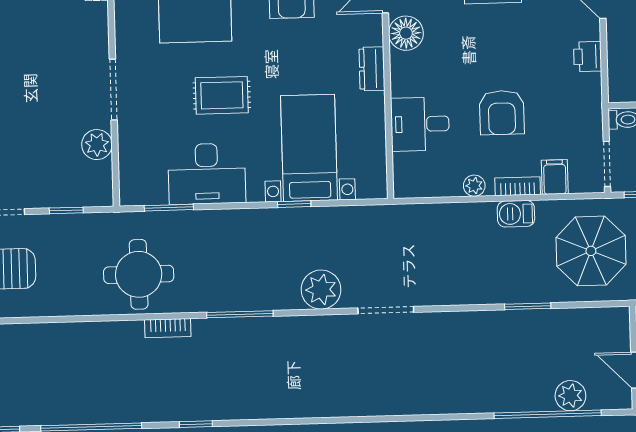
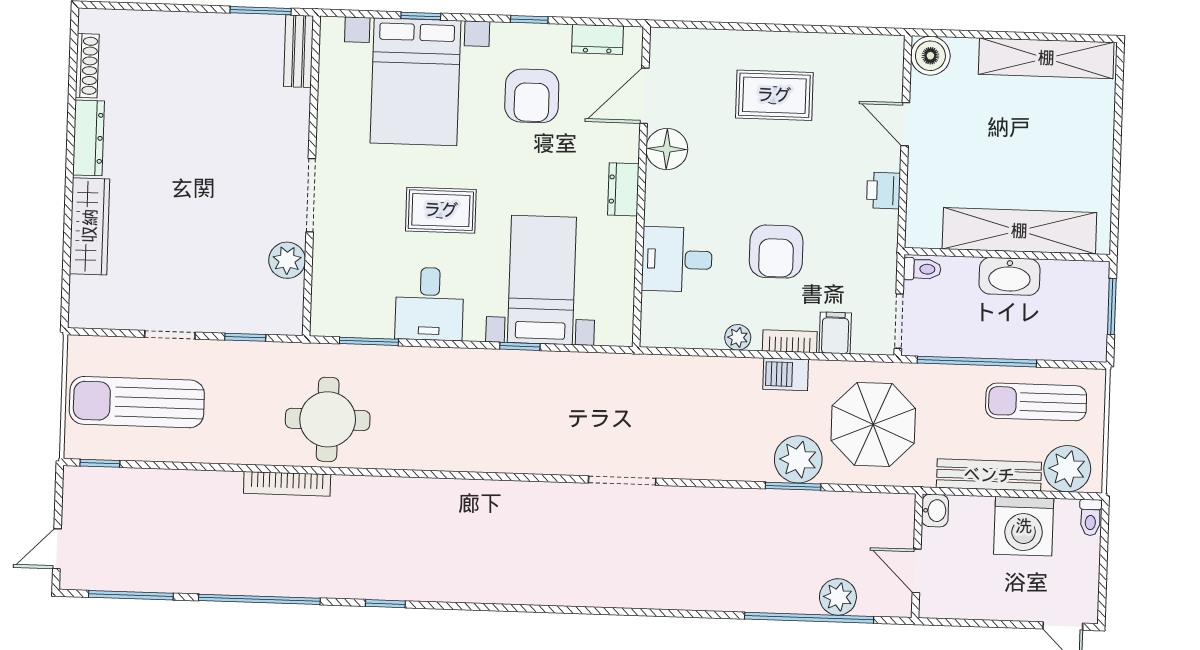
desk: (207, 174) -> (429, 304), width x0.73
plant: (321, 290) -> (798, 459), moved
window: (240, 314) -> (446, 475), removed
bookcase: (168, 328) -> (287, 484), moved, width x1.56

